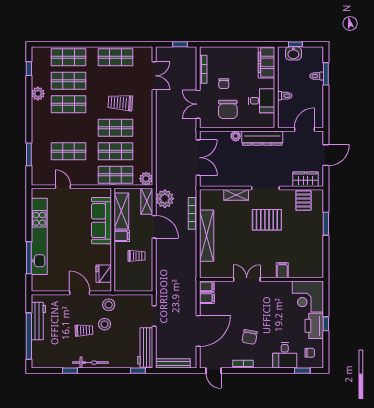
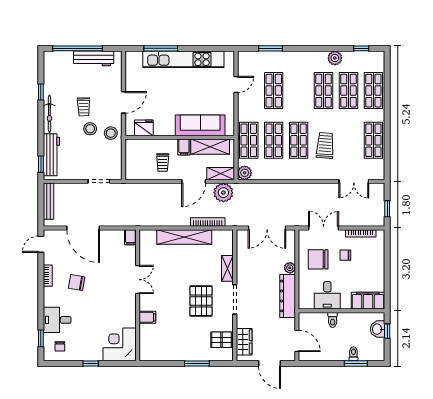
filing cabinet: (207, 298) -> (118, 237), removed
printer: (314, 326) -> (88, 351), removed
workbench: (145, 348) -> (51, 155), moved, turned 90

